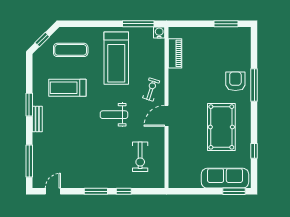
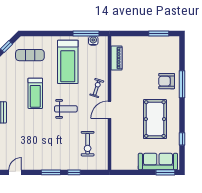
water cooler: (159, 32) -> (93, 41), moved
armchair: (235, 81) -> (167, 81), turned -90
treadmill: (67, 88) -> (35, 93), moved, turned -90
weight bench: (114, 115) -> (66, 109), turned 180

